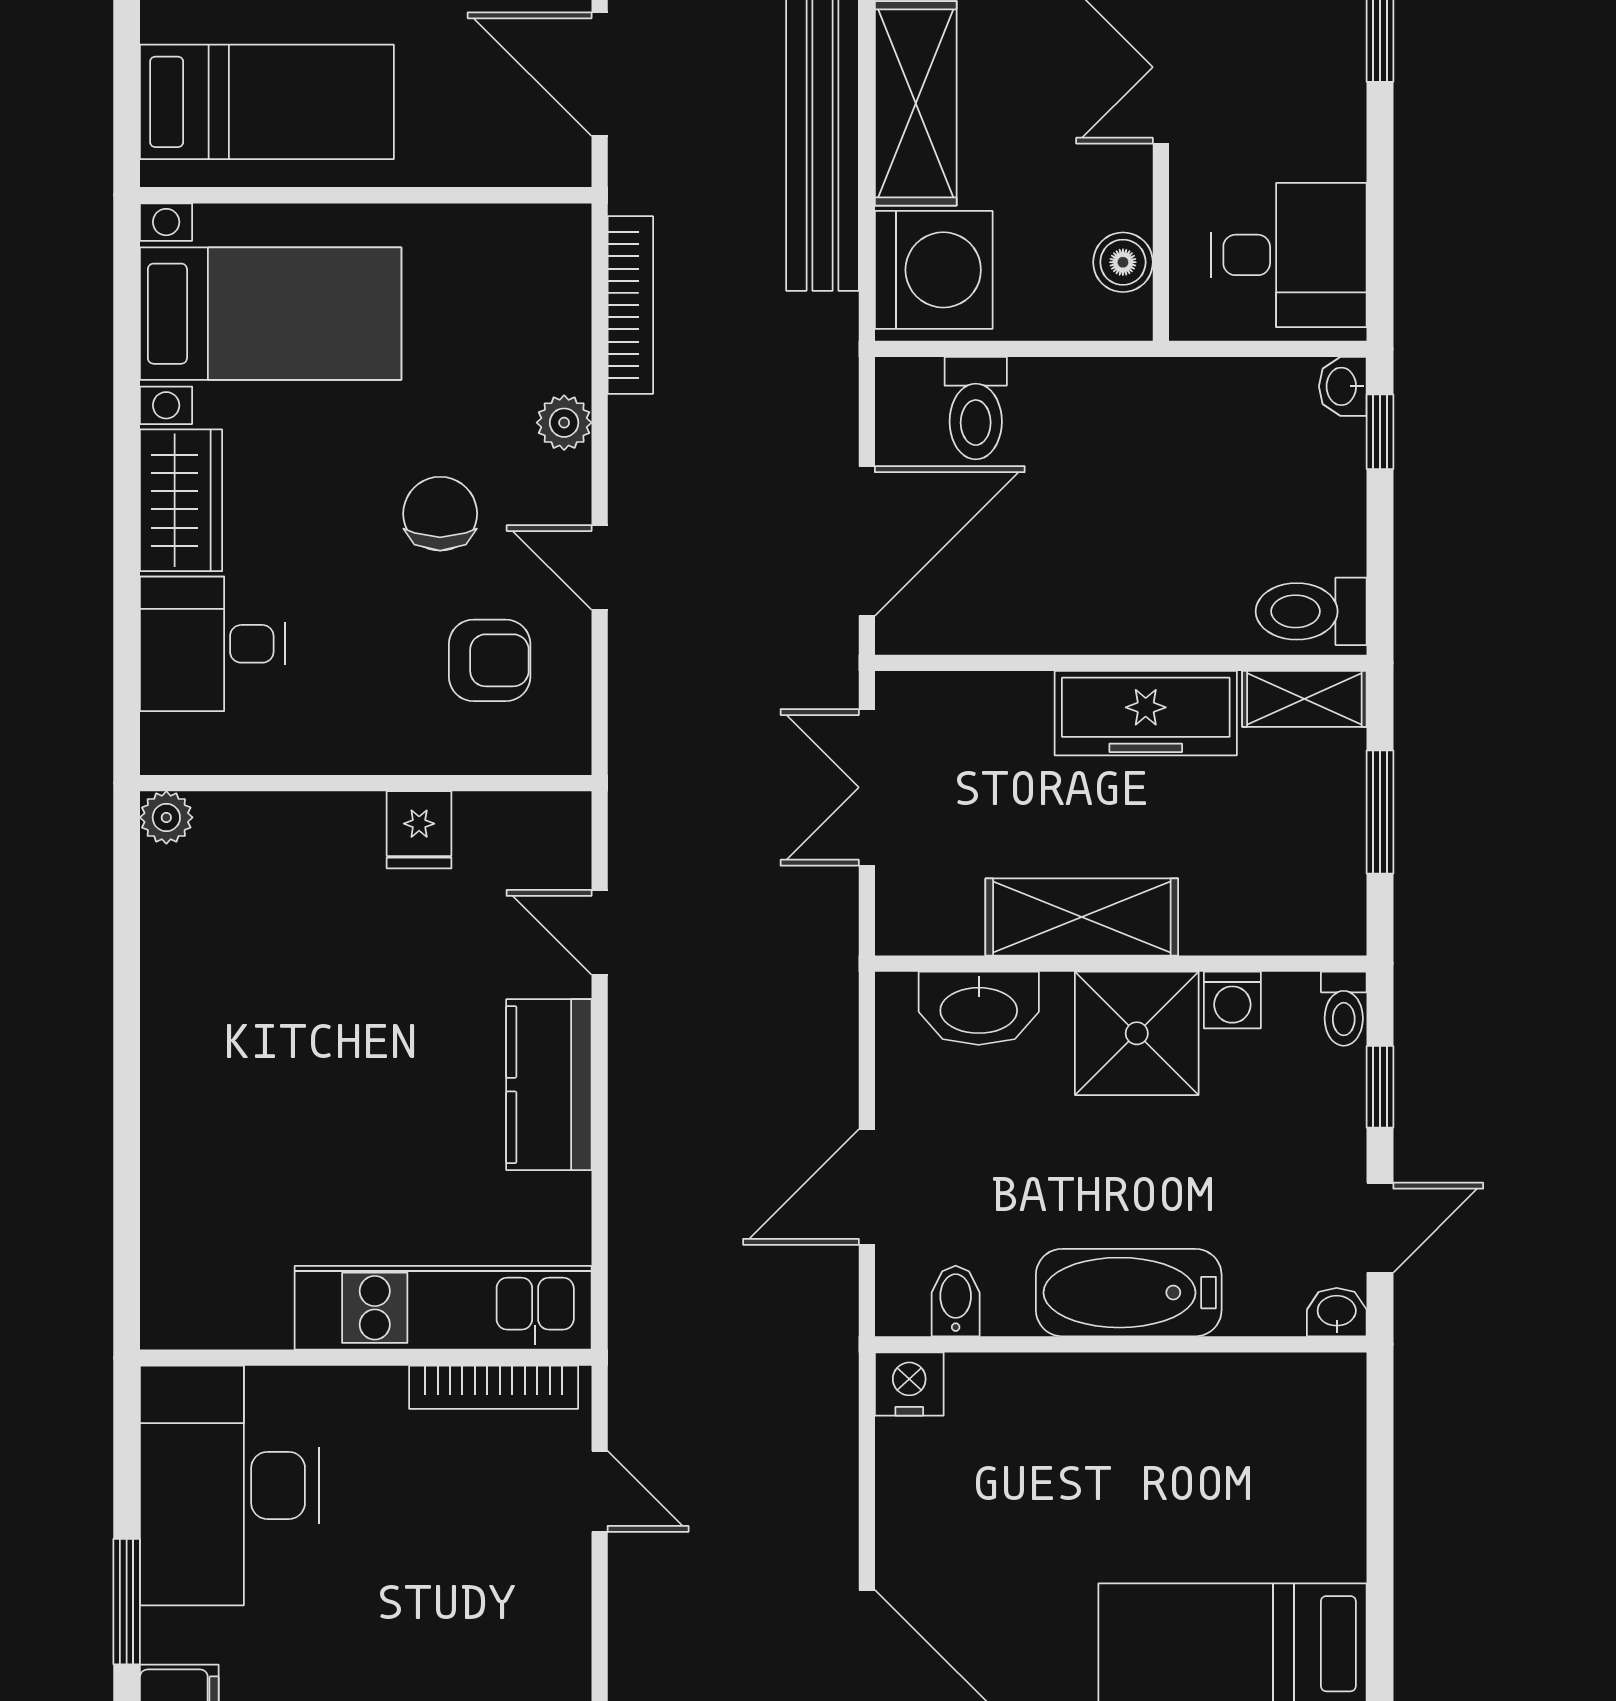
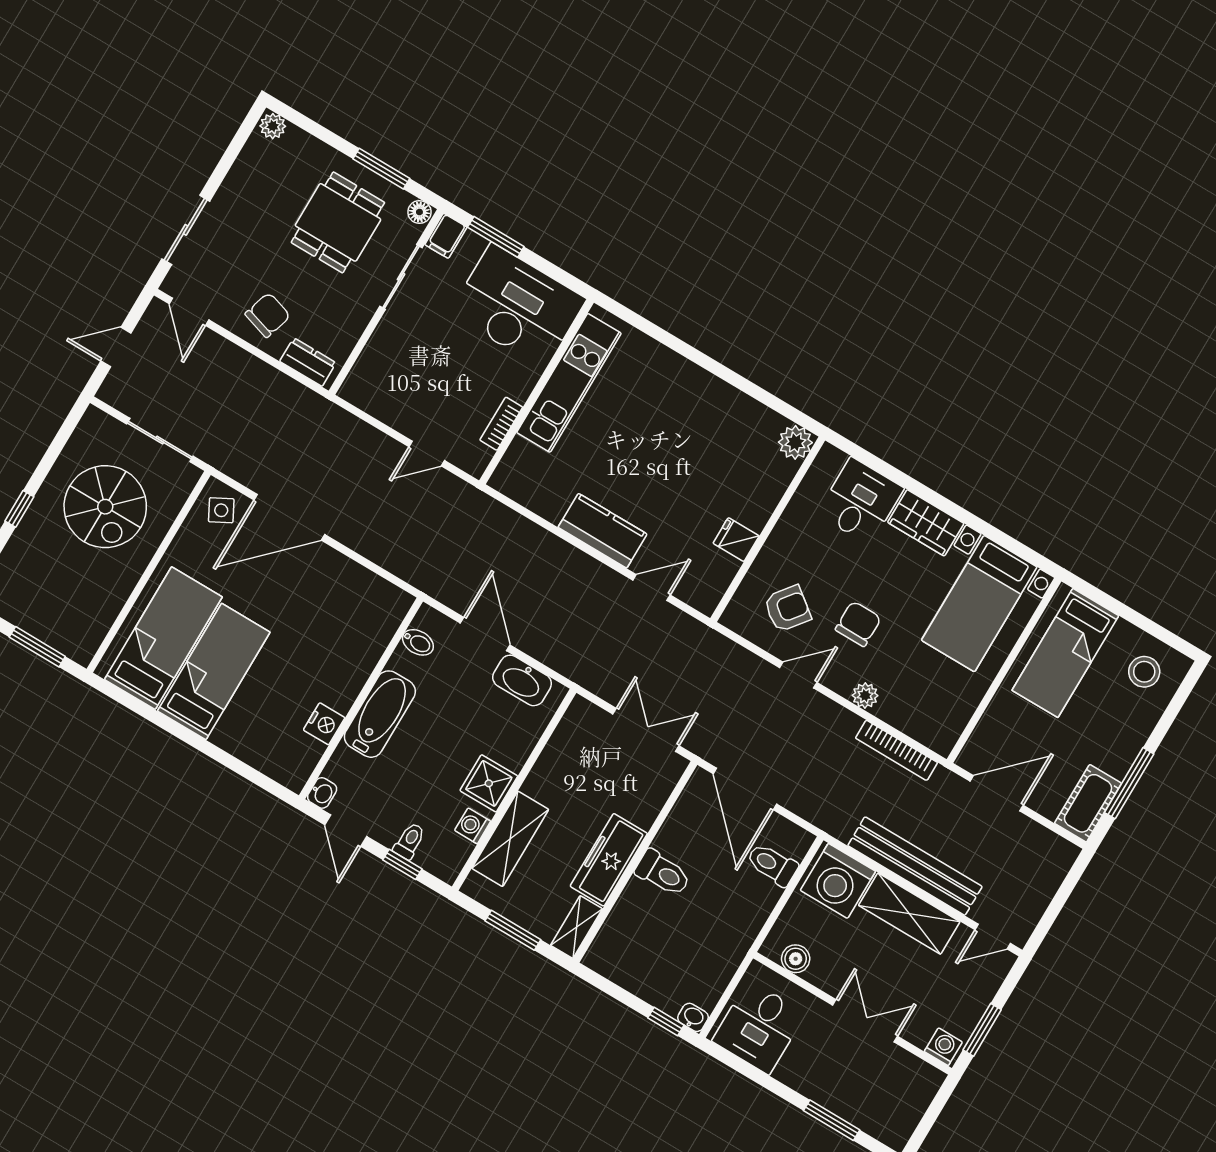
chair: (440, 514) -> (858, 624), turned -90
toilet: (1311, 611) -> (663, 873), moved, turned 90
armchair: (490, 660) -> (787, 609), turned -142
plant: (166, 817) -> (795, 442), width x1.38, depth x1.38
shelving: (1082, 917) -> (510, 839), moved
washbasin: (979, 1008) -> (522, 680), moved, turned -90
toilet: (1344, 1009) -> (409, 841), moved, turned 90
shower: (1137, 1033) -> (489, 783), width x0.73, depth x0.73
kitchen unit: (443, 1308) -> (569, 383), moved
nightstand: (909, 1384) -> (324, 724), moved
bookcase: (494, 1387) -> (501, 424), width x0.64

